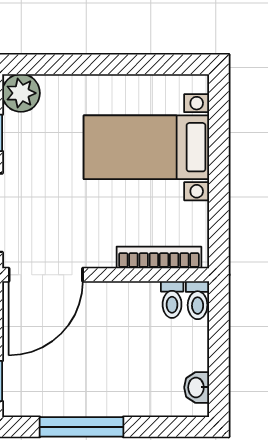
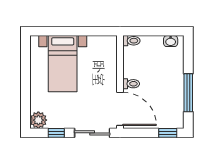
bookcase: (159, 257) -> (112, 58), removed
toilet: (172, 300) -> (131, 84), moved

